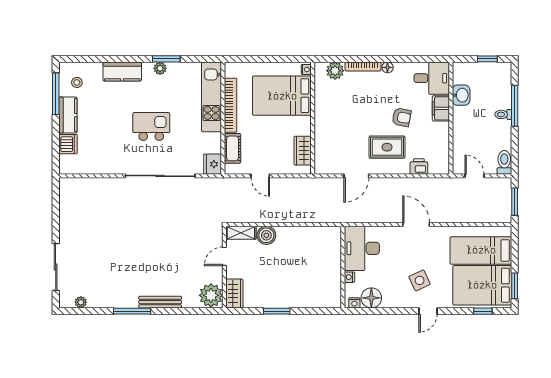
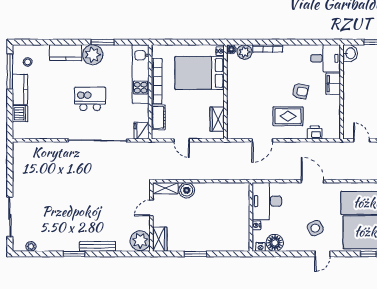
floor lamp: (387, 67) -> (231, 49), moved
plant: (160, 68) -> (93, 55), width x1.88, depth x1.88
washbasin: (461, 95) -> (350, 53), moved
window: (132, 311) -> (74, 254), width x0.69

